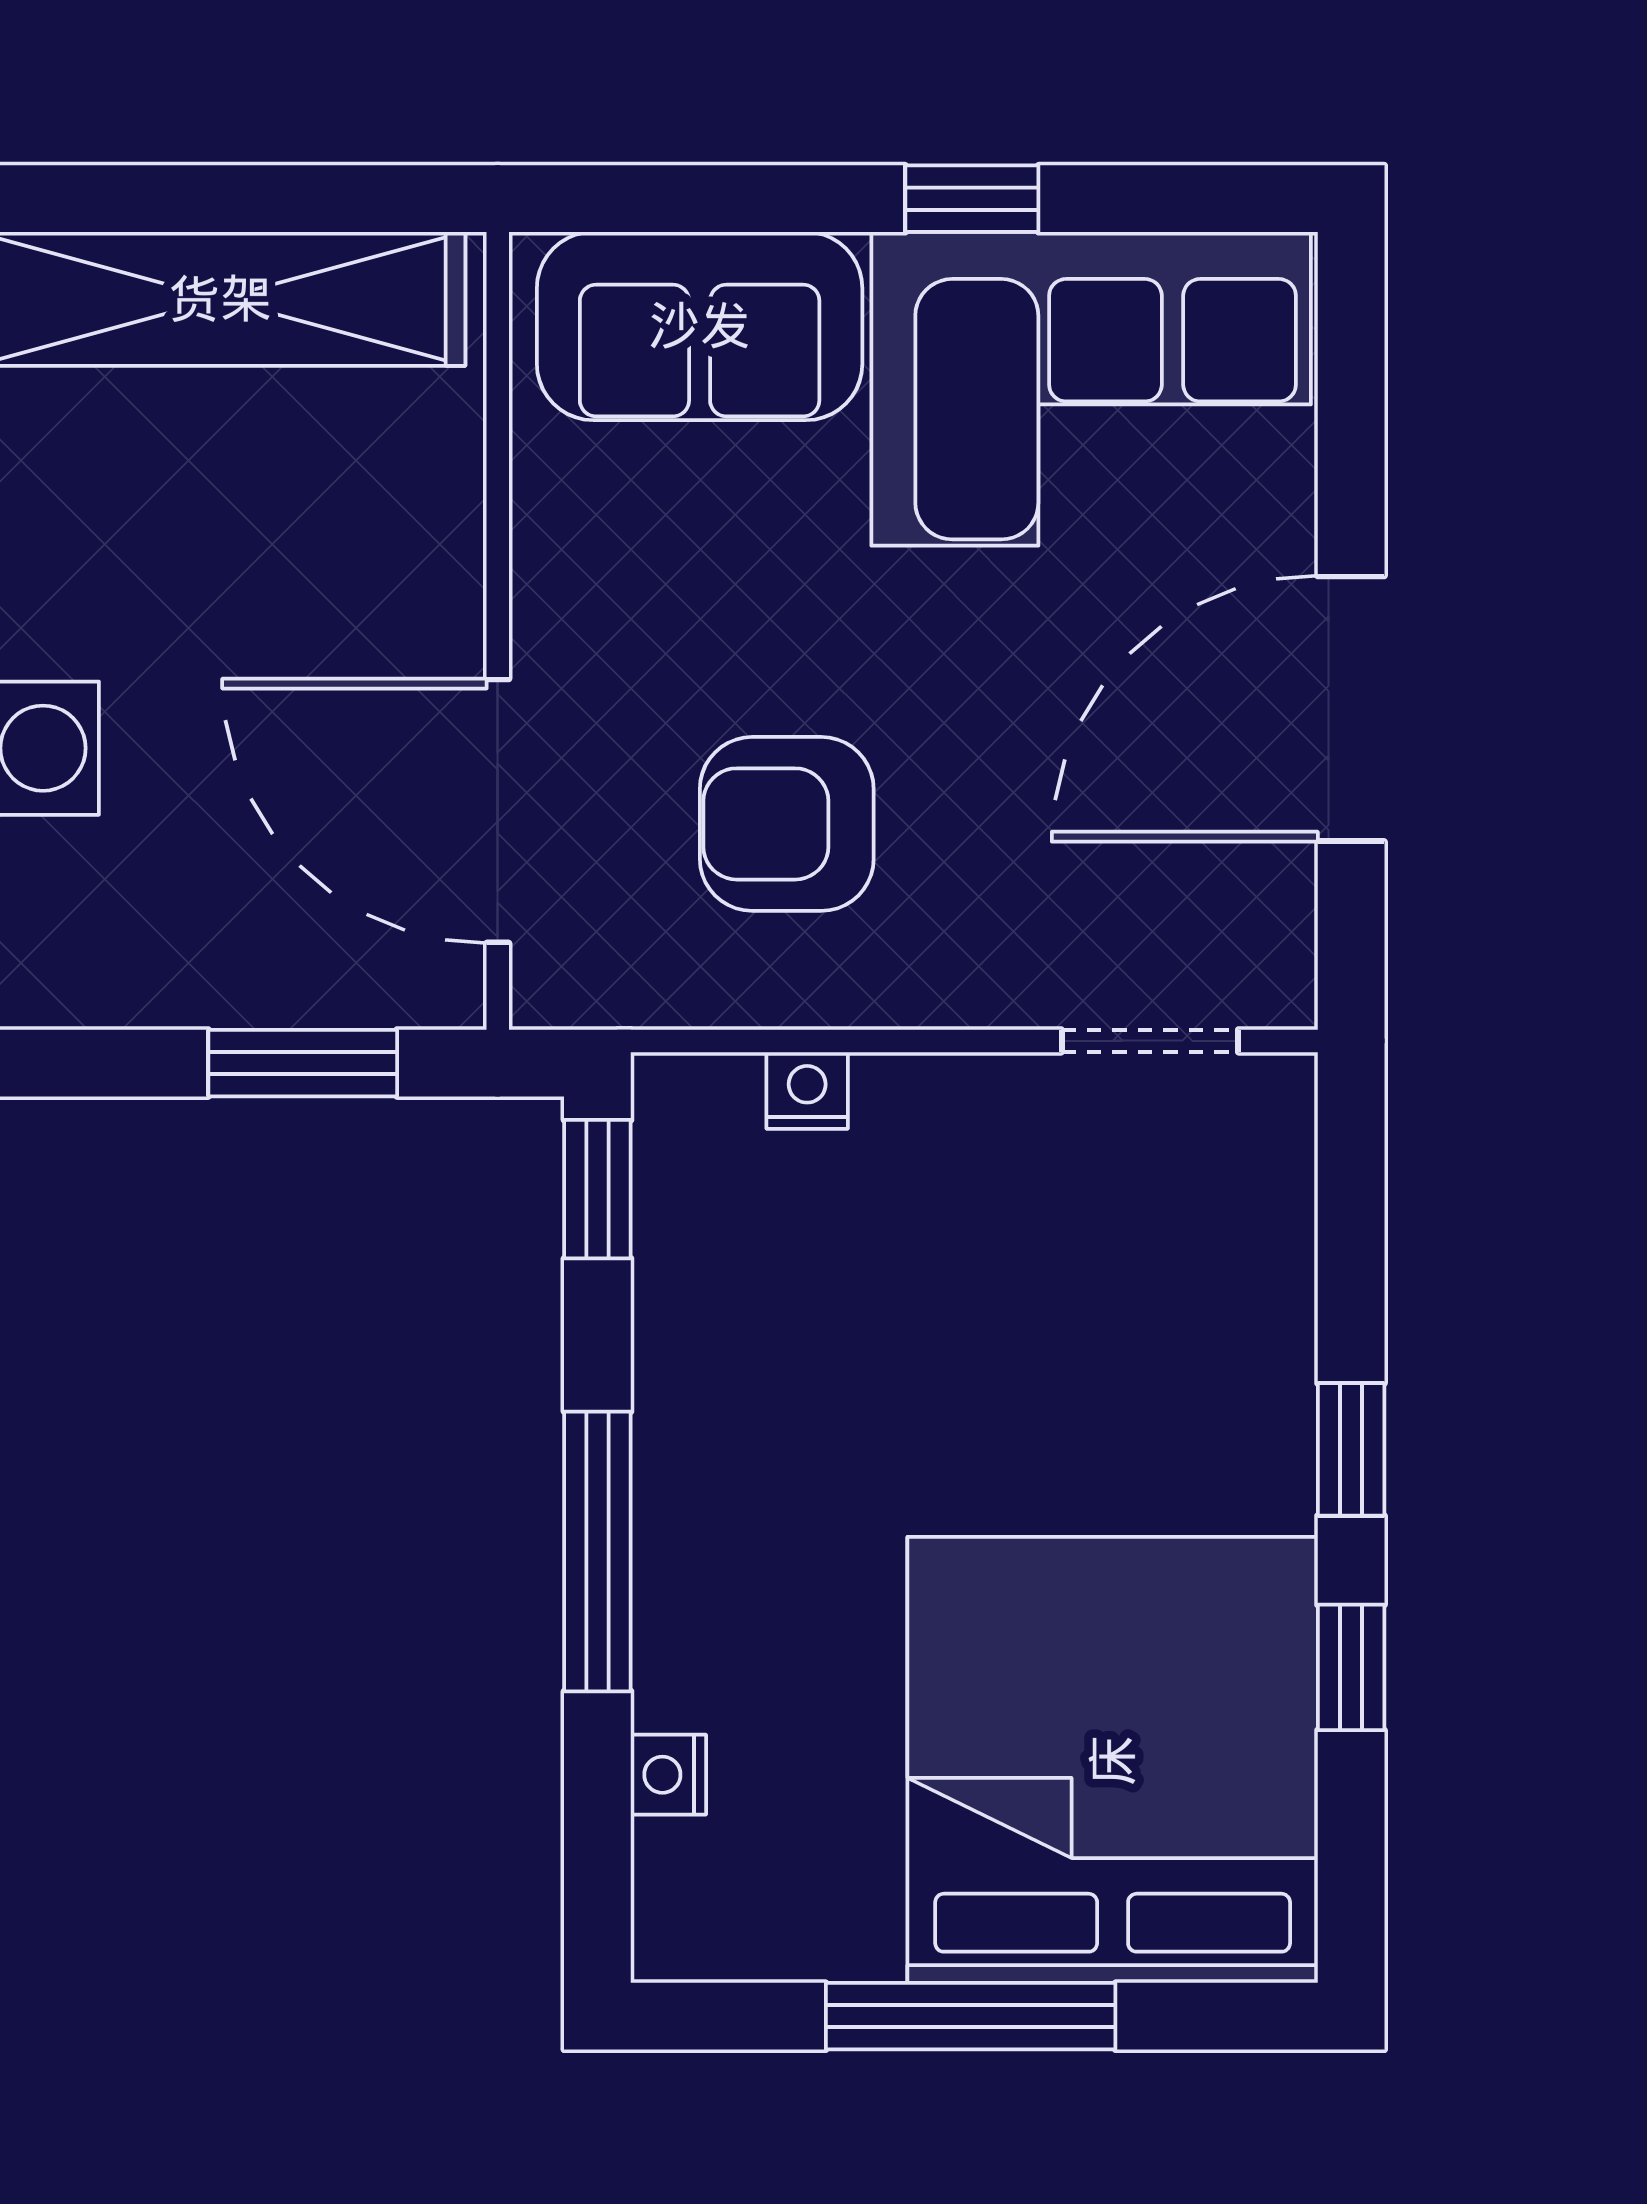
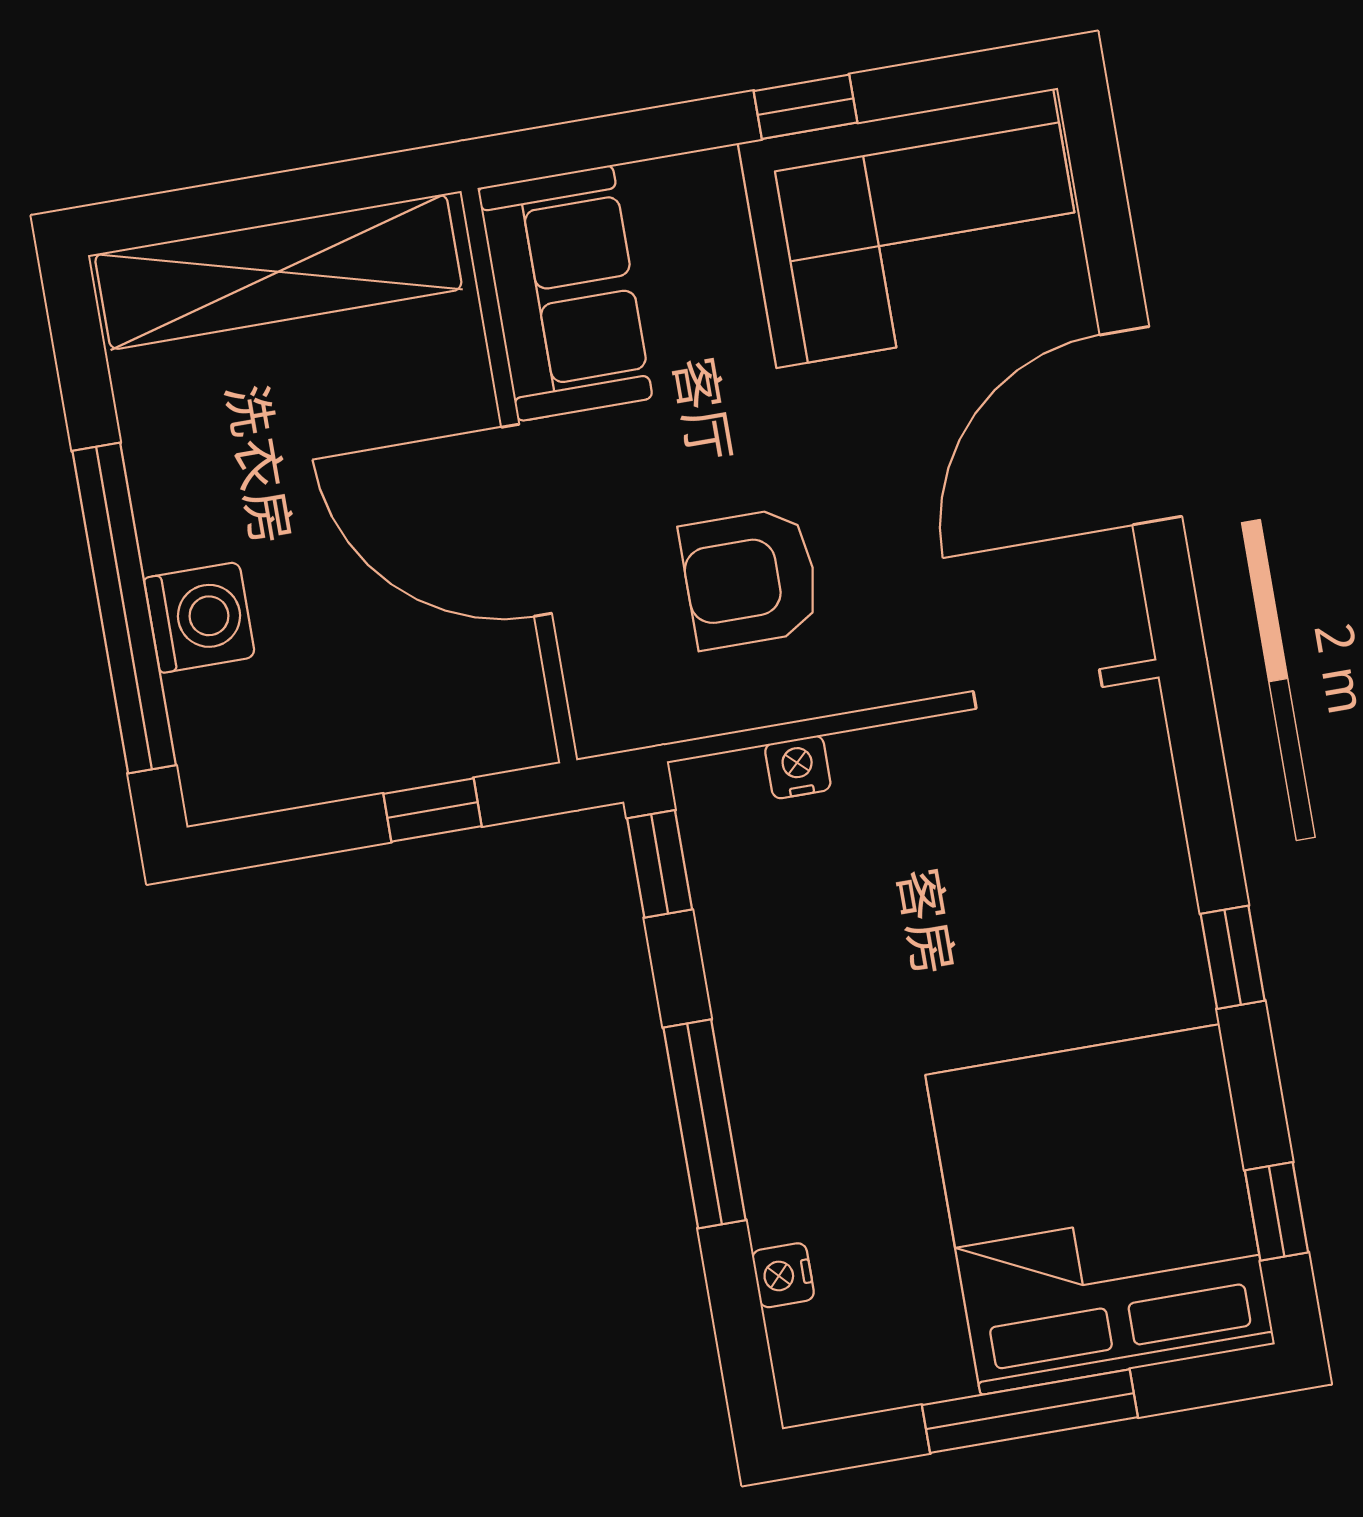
sofa: (700, 326) -> (565, 293), moved, turned -90
door: (498, 811) -> (527, 520), moved
window: (303, 1063) -> (433, 810), width x0.67
window: (1351, 1667) -> (1277, 1211), moved

